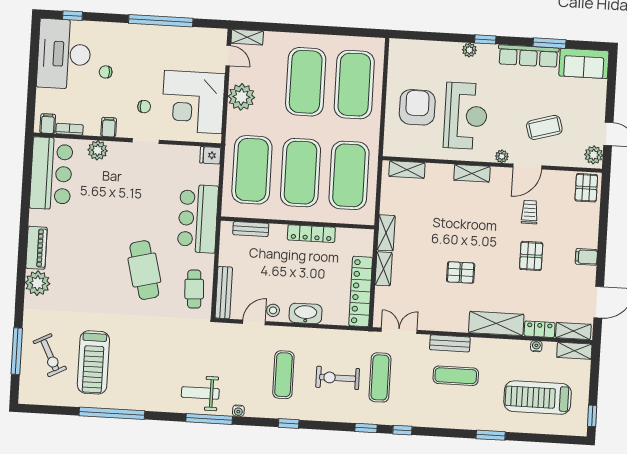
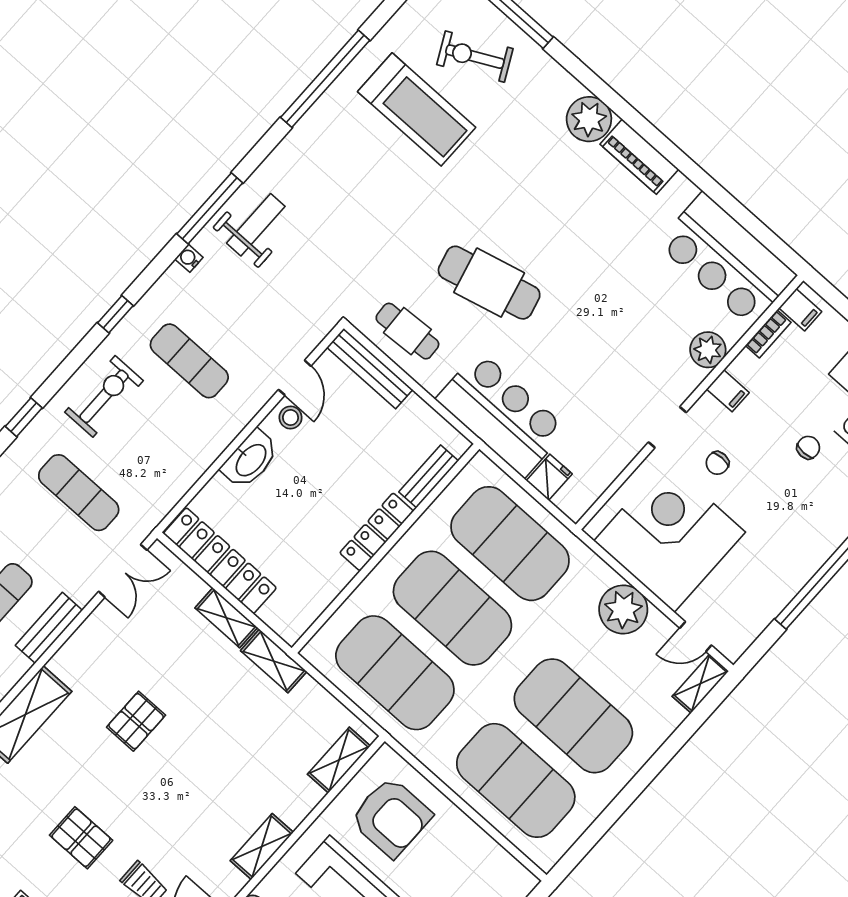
armchair: (417, 107) -> (391, 817), moved
fridge: (210, 155) -> (549, 477), moved
locker: (311, 234) -> (377, 532), moved
treadmill: (93, 362) -> (417, 109), turned 180
exercise bike: (338, 378) -> (104, 396), moved

